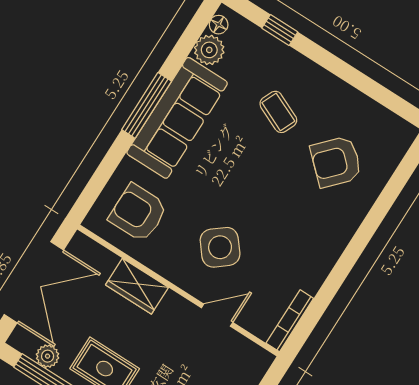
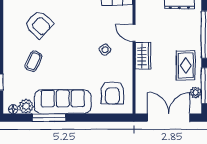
window: (147, 105) -> (49, 118), moved
side table: (220, 247) -> (105, 50), width x0.54, depth x0.54
wardrobe: (137, 286) -> (143, 56), moved

